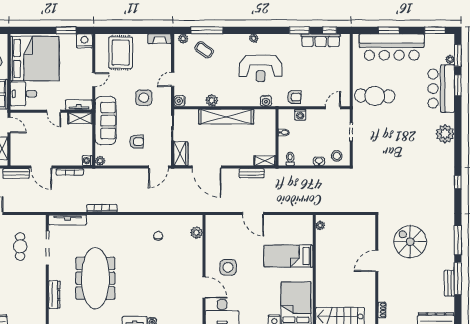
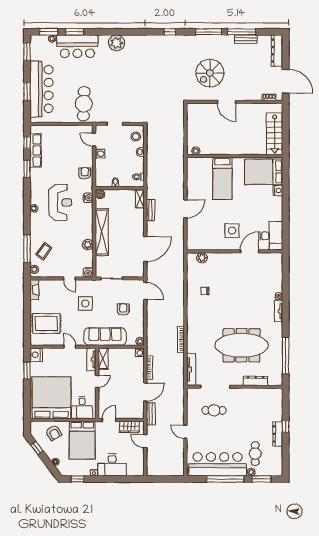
boiler: (270, 115) -> (100, 194), added
washing machine: (300, 115) -> (100, 154), moved
wardrobe: (181, 154) -> (134, 271), removed
window: (458, 182) -> (170, 32), moved

